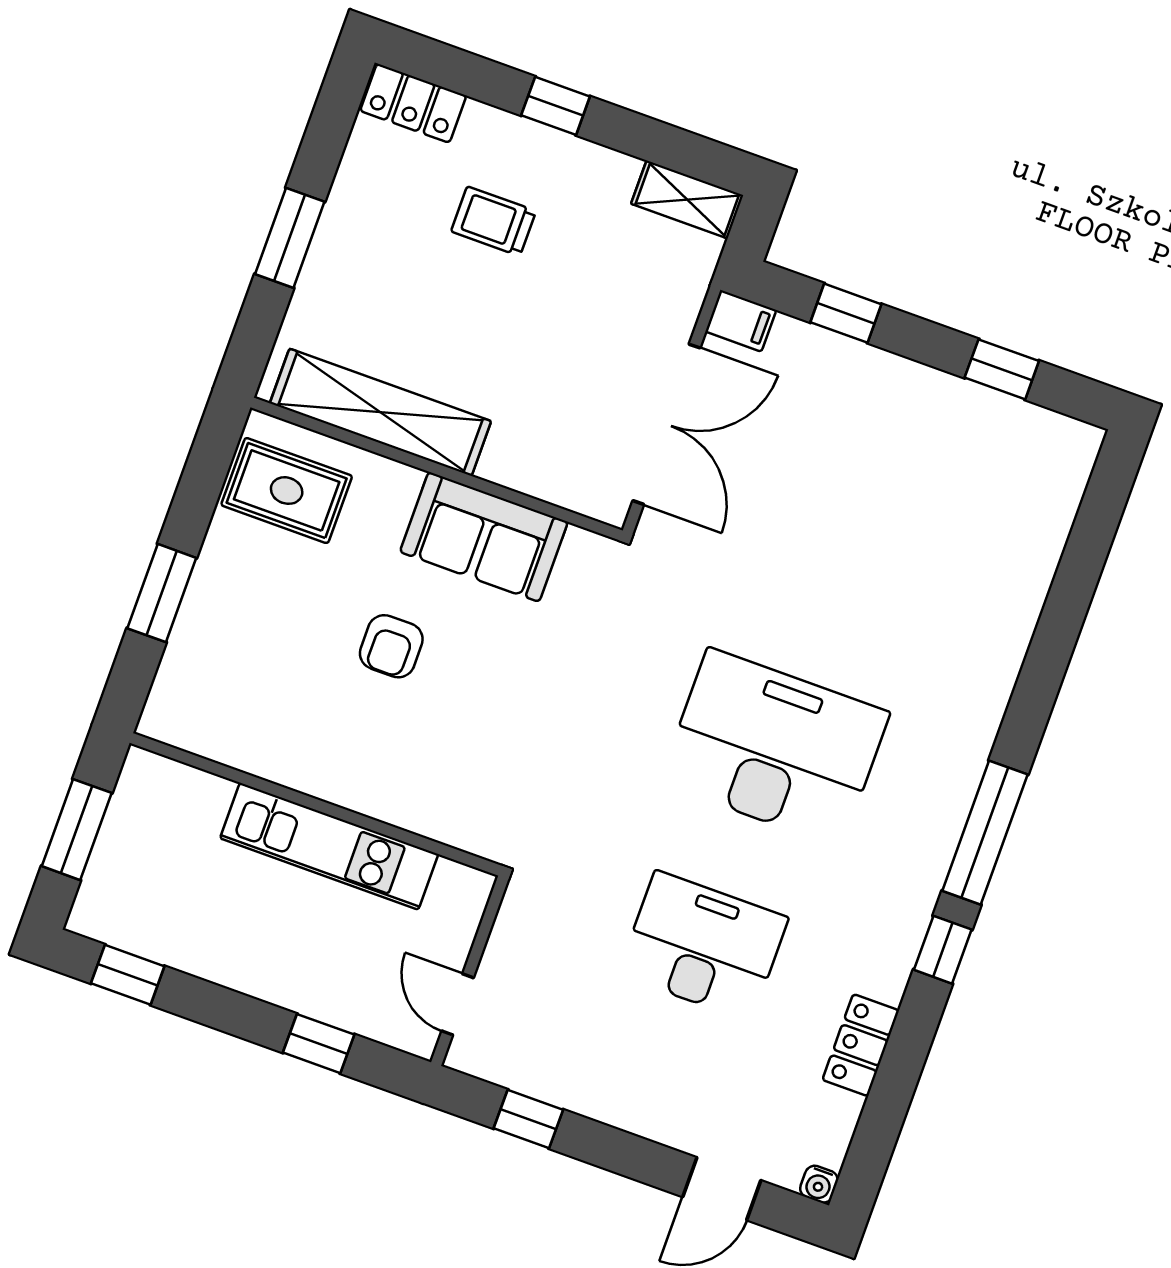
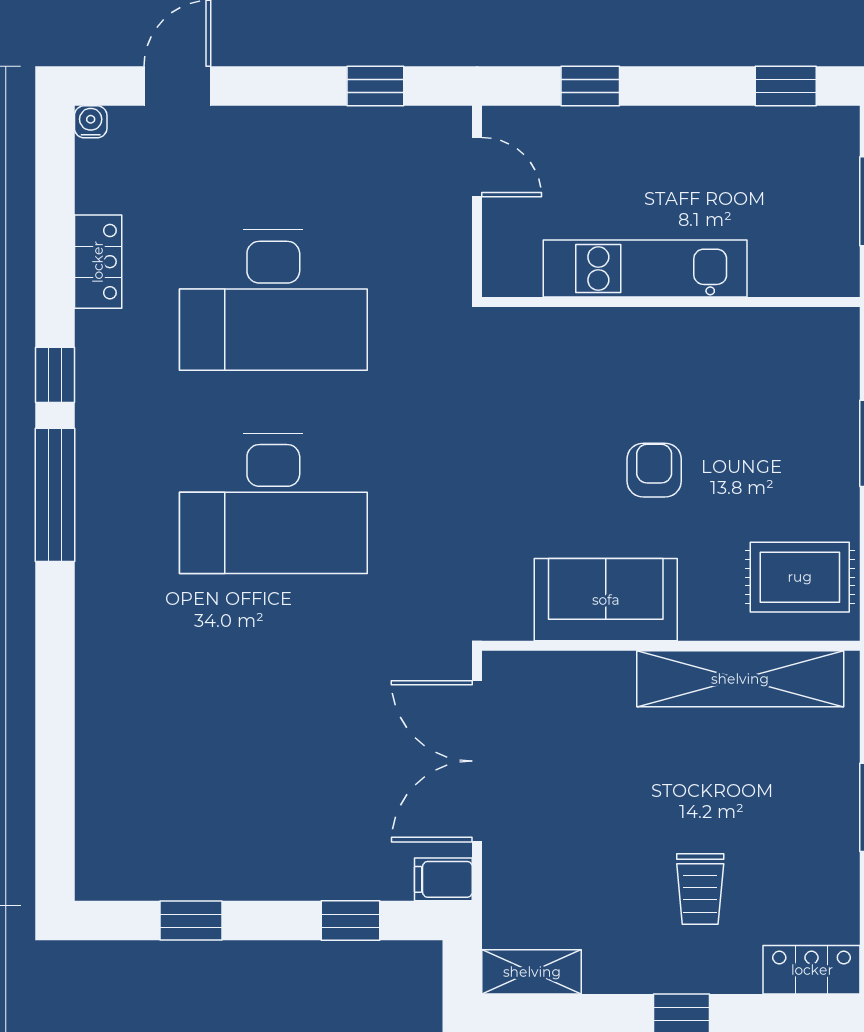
trolley: (494, 221) -> (700, 889), turned 90
desk: (703, 946) -> (273, 300), width x1.36, depth x1.30

